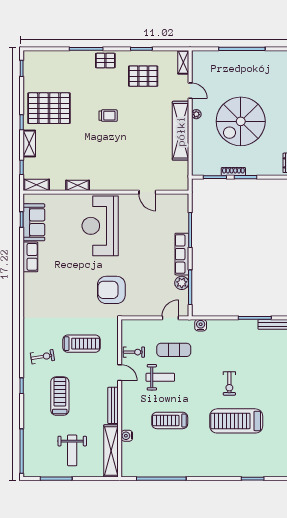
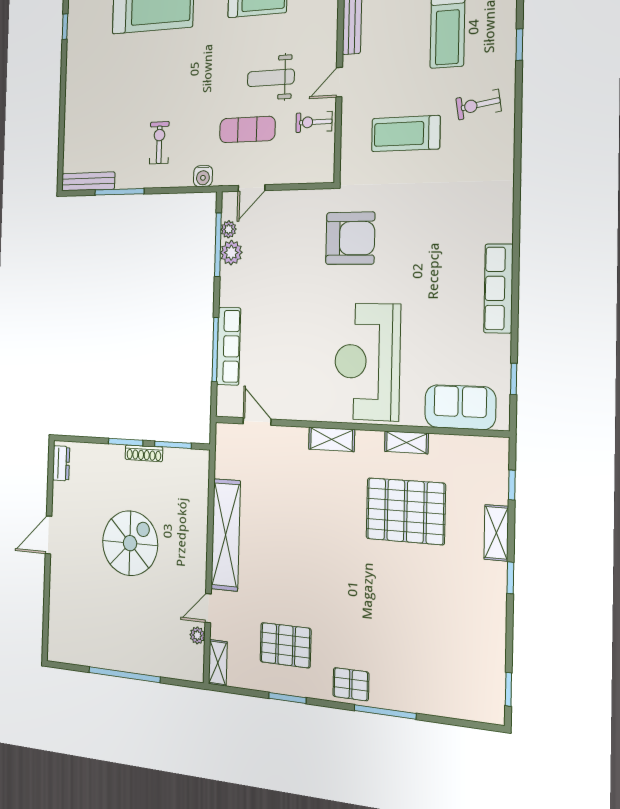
door: (190, 91) -> (208, 608), hinge flipped
pallet: (49, 108) -> (406, 511), moved
plant: (196, 114) -> (197, 635), moved
trolley: (108, 116) -> (348, 575), removed
spiral stairs: (241, 121) -> (130, 543), width x0.73, depth x0.73
shelving: (37, 185) -> (332, 439), moved
door: (147, 192) -> (257, 421), moved
sofa: (34, 222) -> (460, 407), moved, turned 90
reception desk: (100, 226) -> (367, 362), turned 180
row of seats: (182, 254) -> (229, 346), moved
row of seats: (30, 257) -> (498, 288), width x1.48
plant: (184, 296) -> (229, 229), added
door: (120, 373) -> (339, 82), hinge flipped
exercise bike: (229, 383) -> (159, 143), moved

